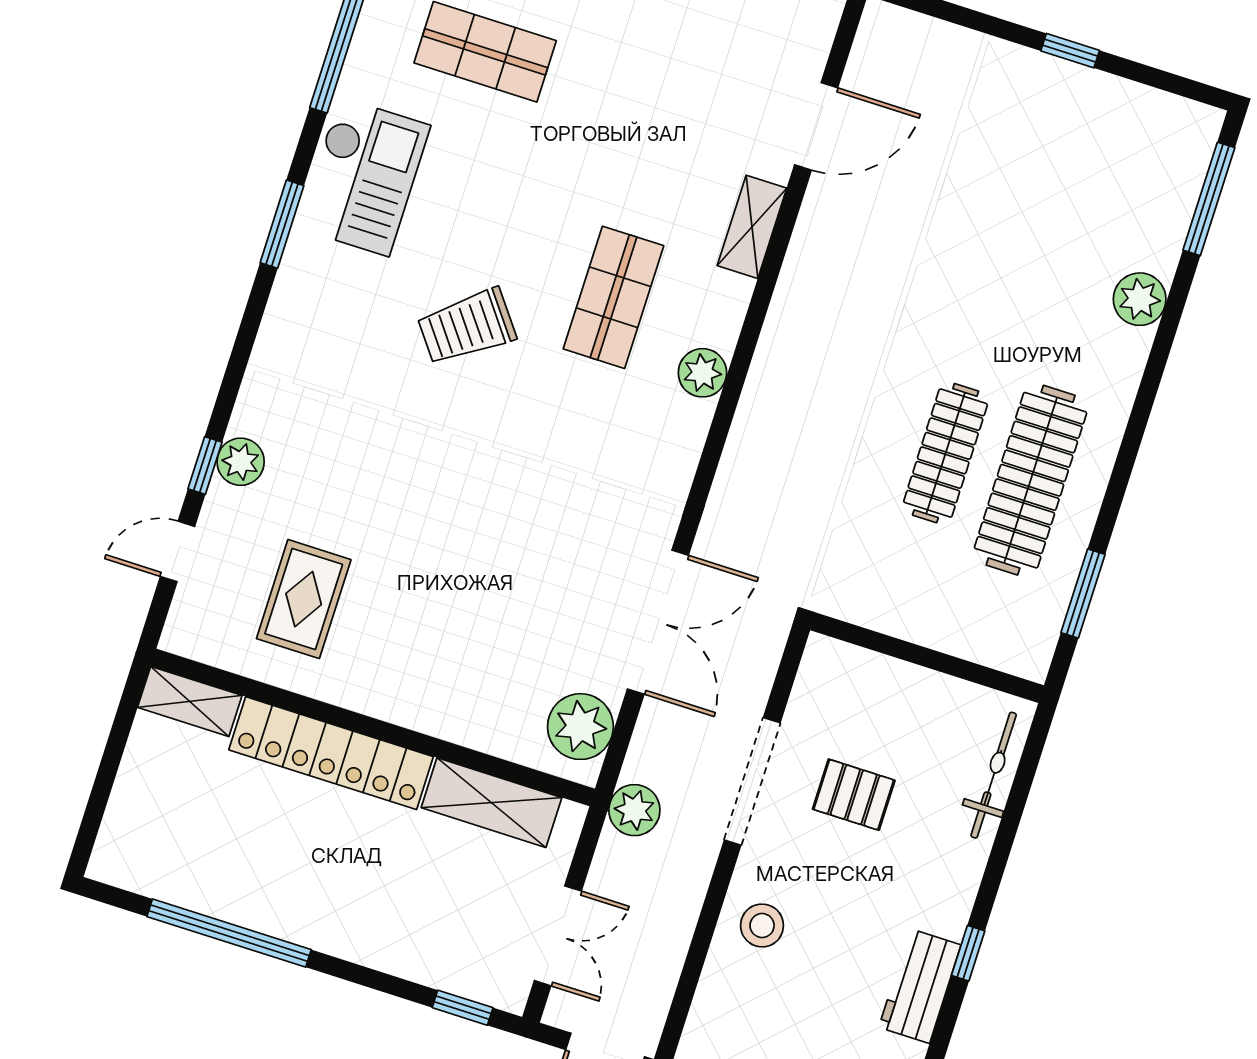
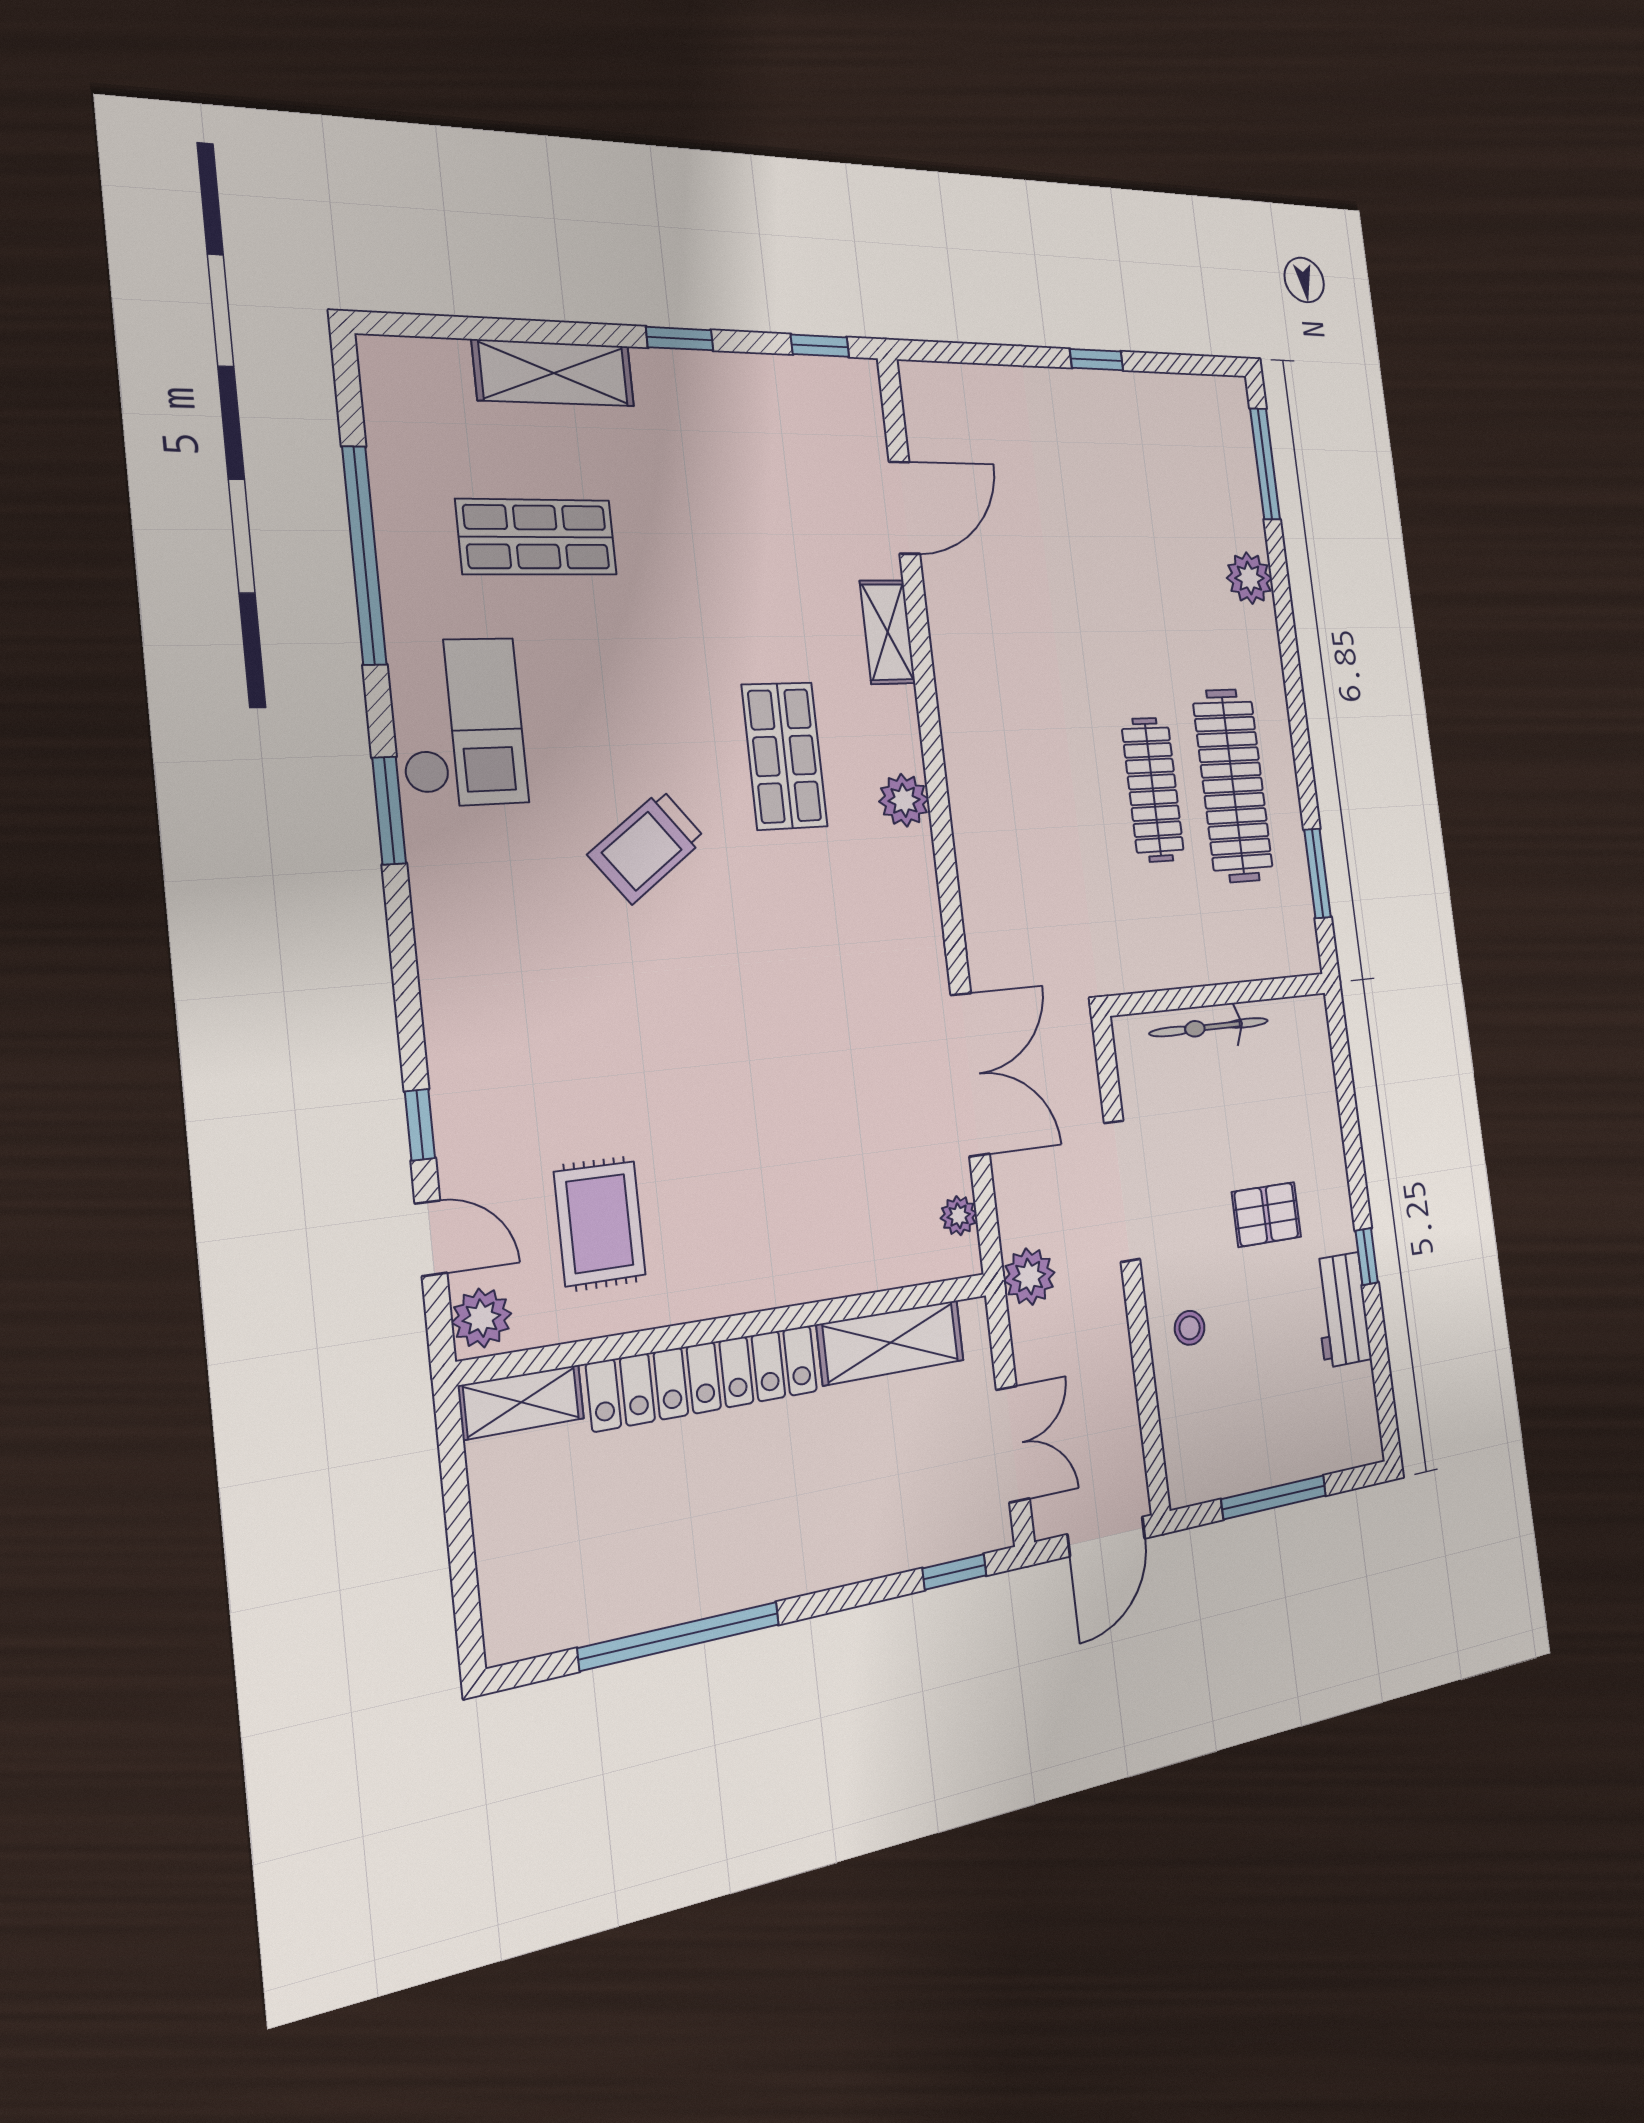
plant: (241, 462) -> (481, 1318), moved
door: (178, 551) -> (431, 1238), swing flipped
plant: (580, 727) -> (959, 1216), width x0.53, depth x0.53
bicycle: (994, 775) -> (1209, 1027), moved, turned -90
pallet: (854, 795) -> (1266, 1214), moved
stool: (762, 925) -> (1190, 1328), width x0.73, depth x0.73

